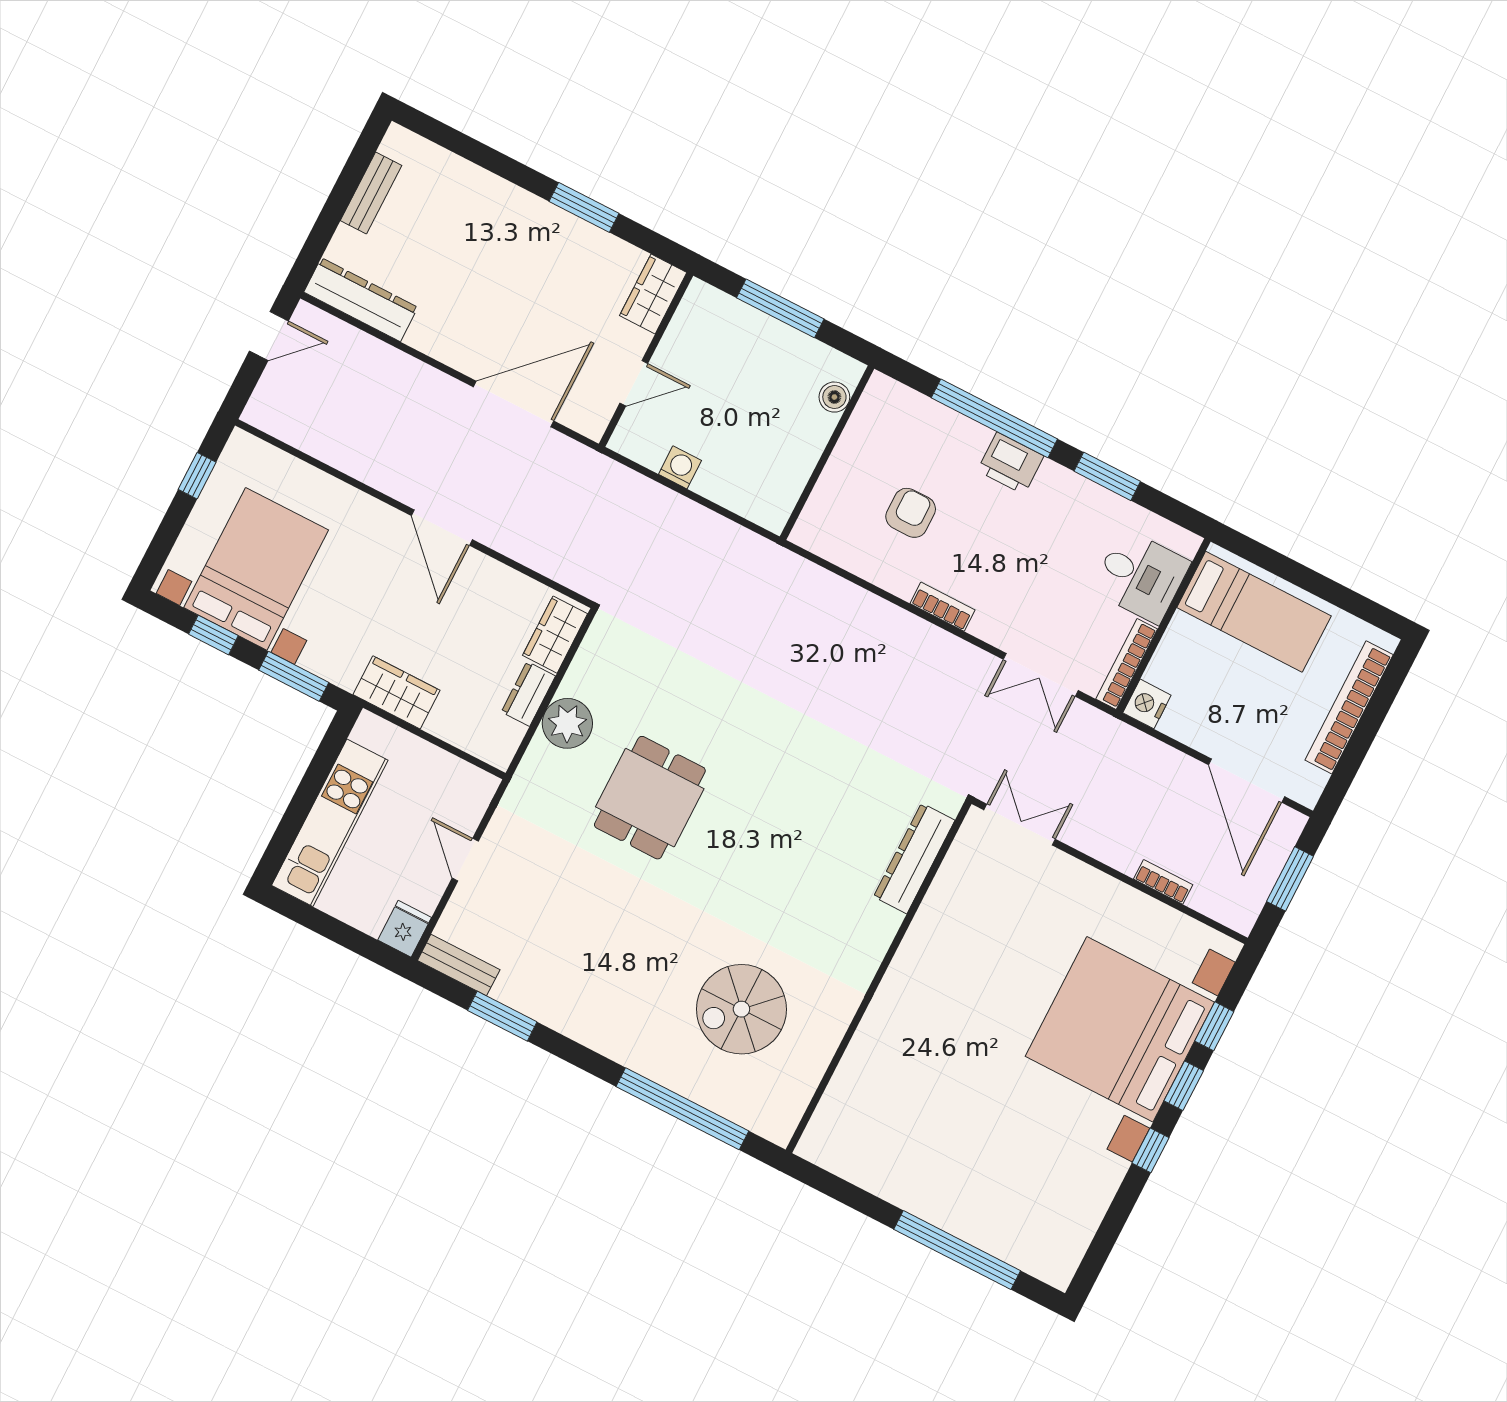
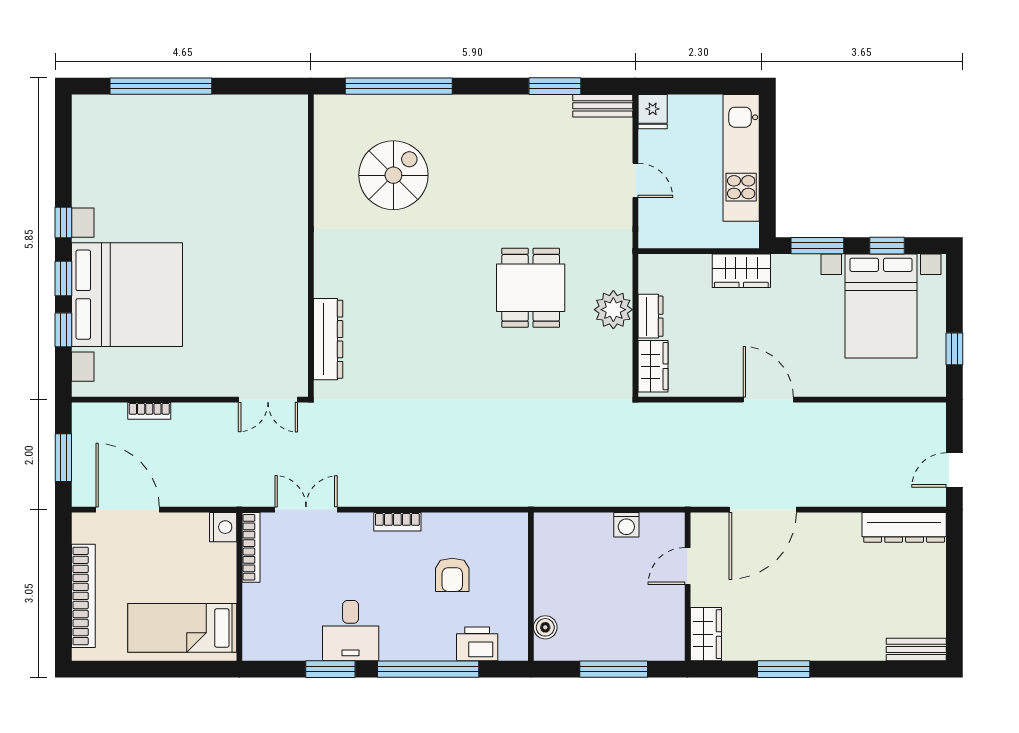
bench: (371, 193) -> (916, 649), moved, turned 90
printer: (1011, 463) -> (477, 644), moved
desk: (1141, 576) -> (351, 631), moved, turned -90

